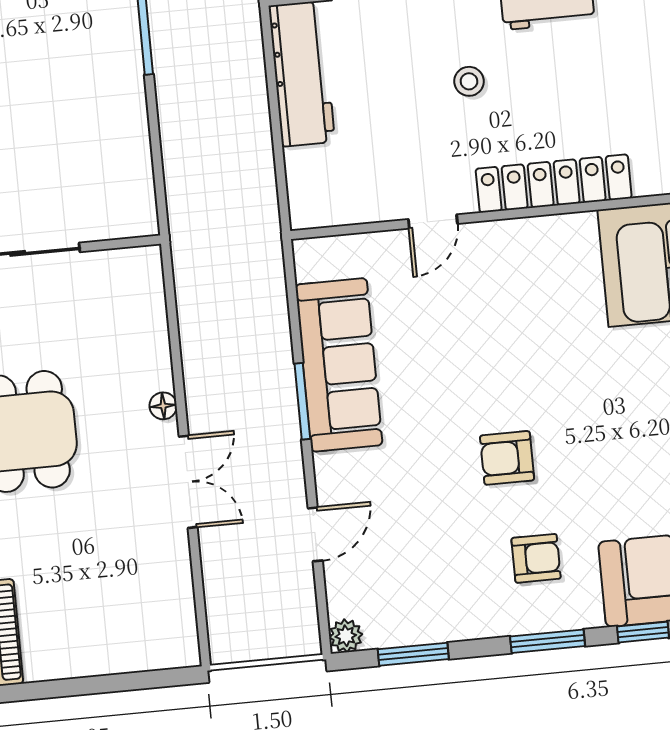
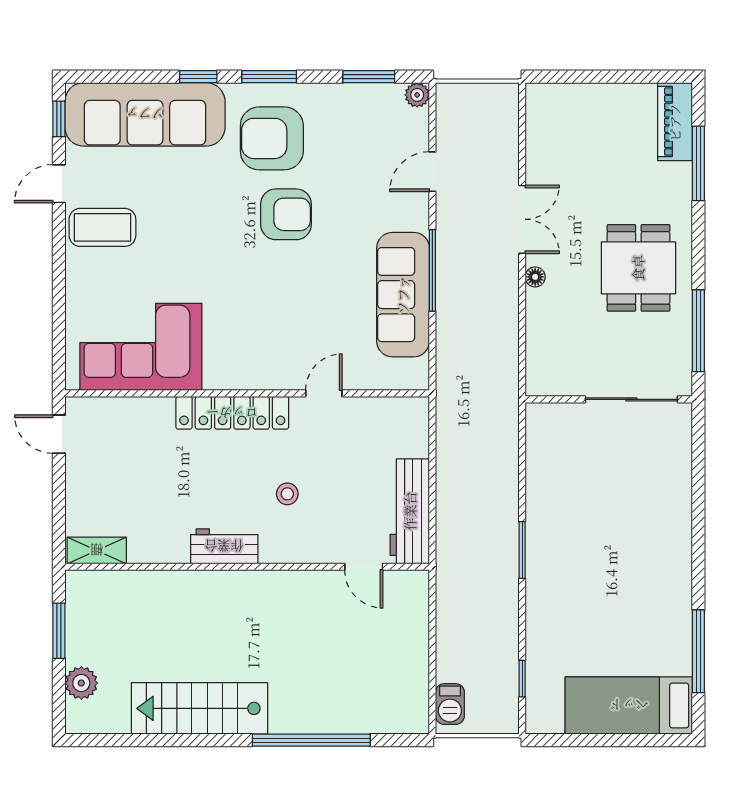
window: (302, 401) -> (432, 270), width x1.44
armchair: (507, 458) -> (286, 214), width x1.38, depth x1.38
double door: (188, 482) -> (522, 219), swing flipped
armchair: (536, 558) -> (272, 138), width x1.88, depth x1.88

